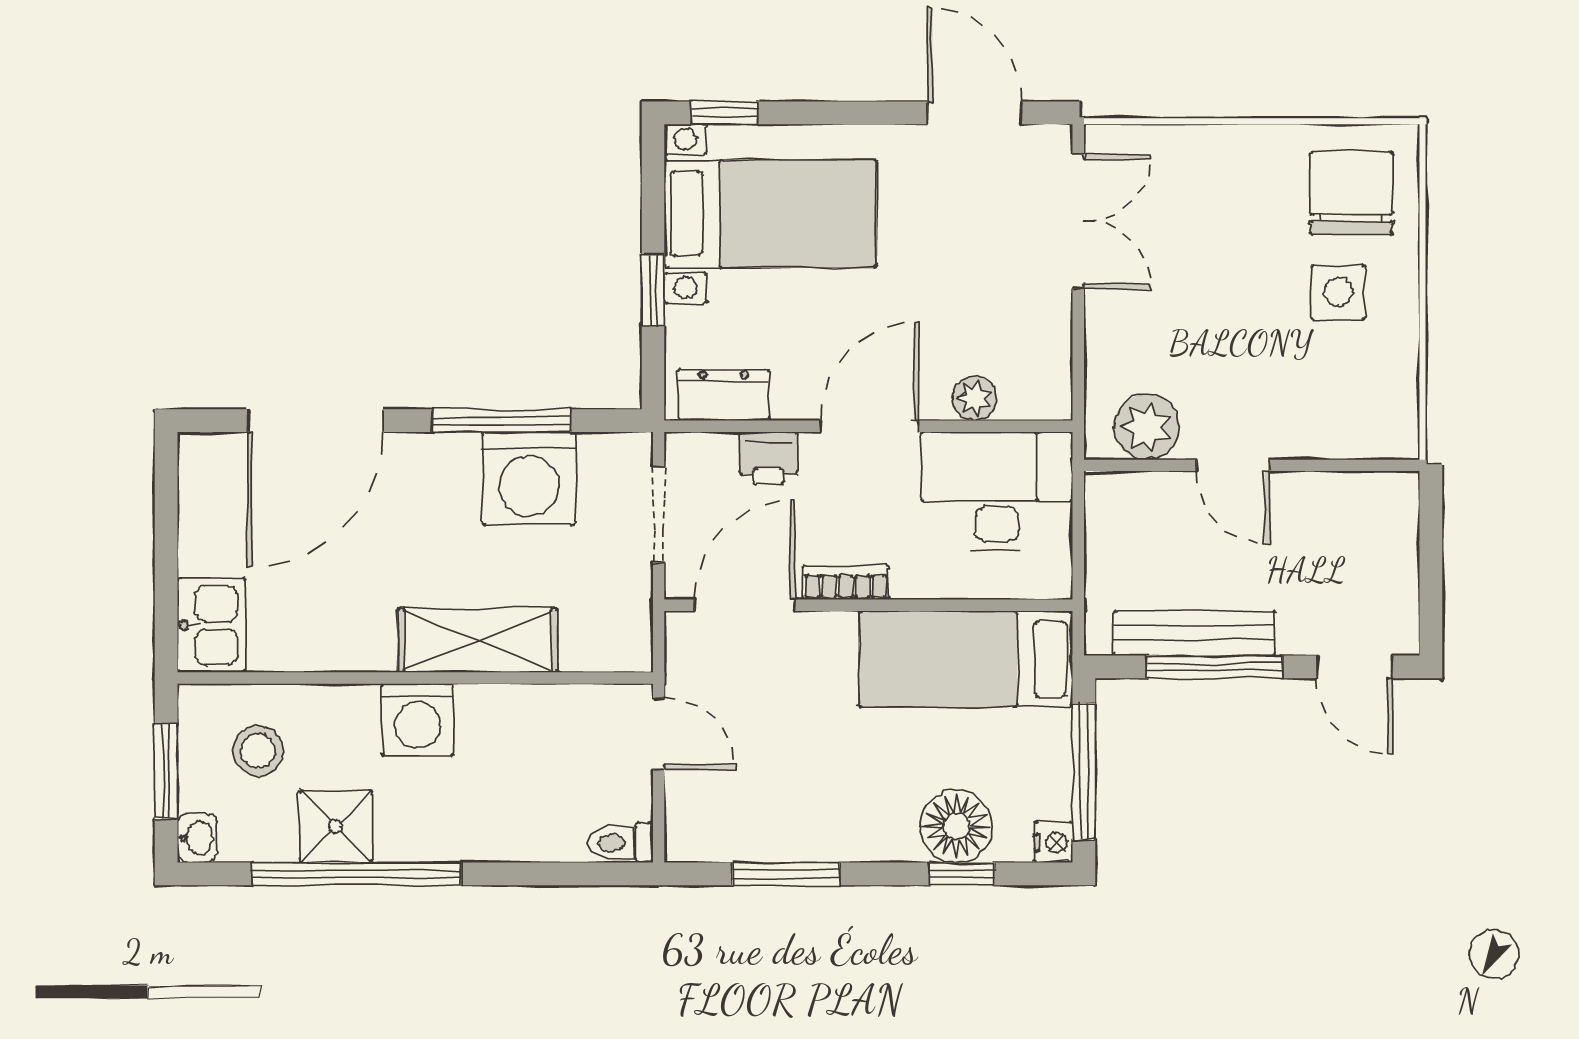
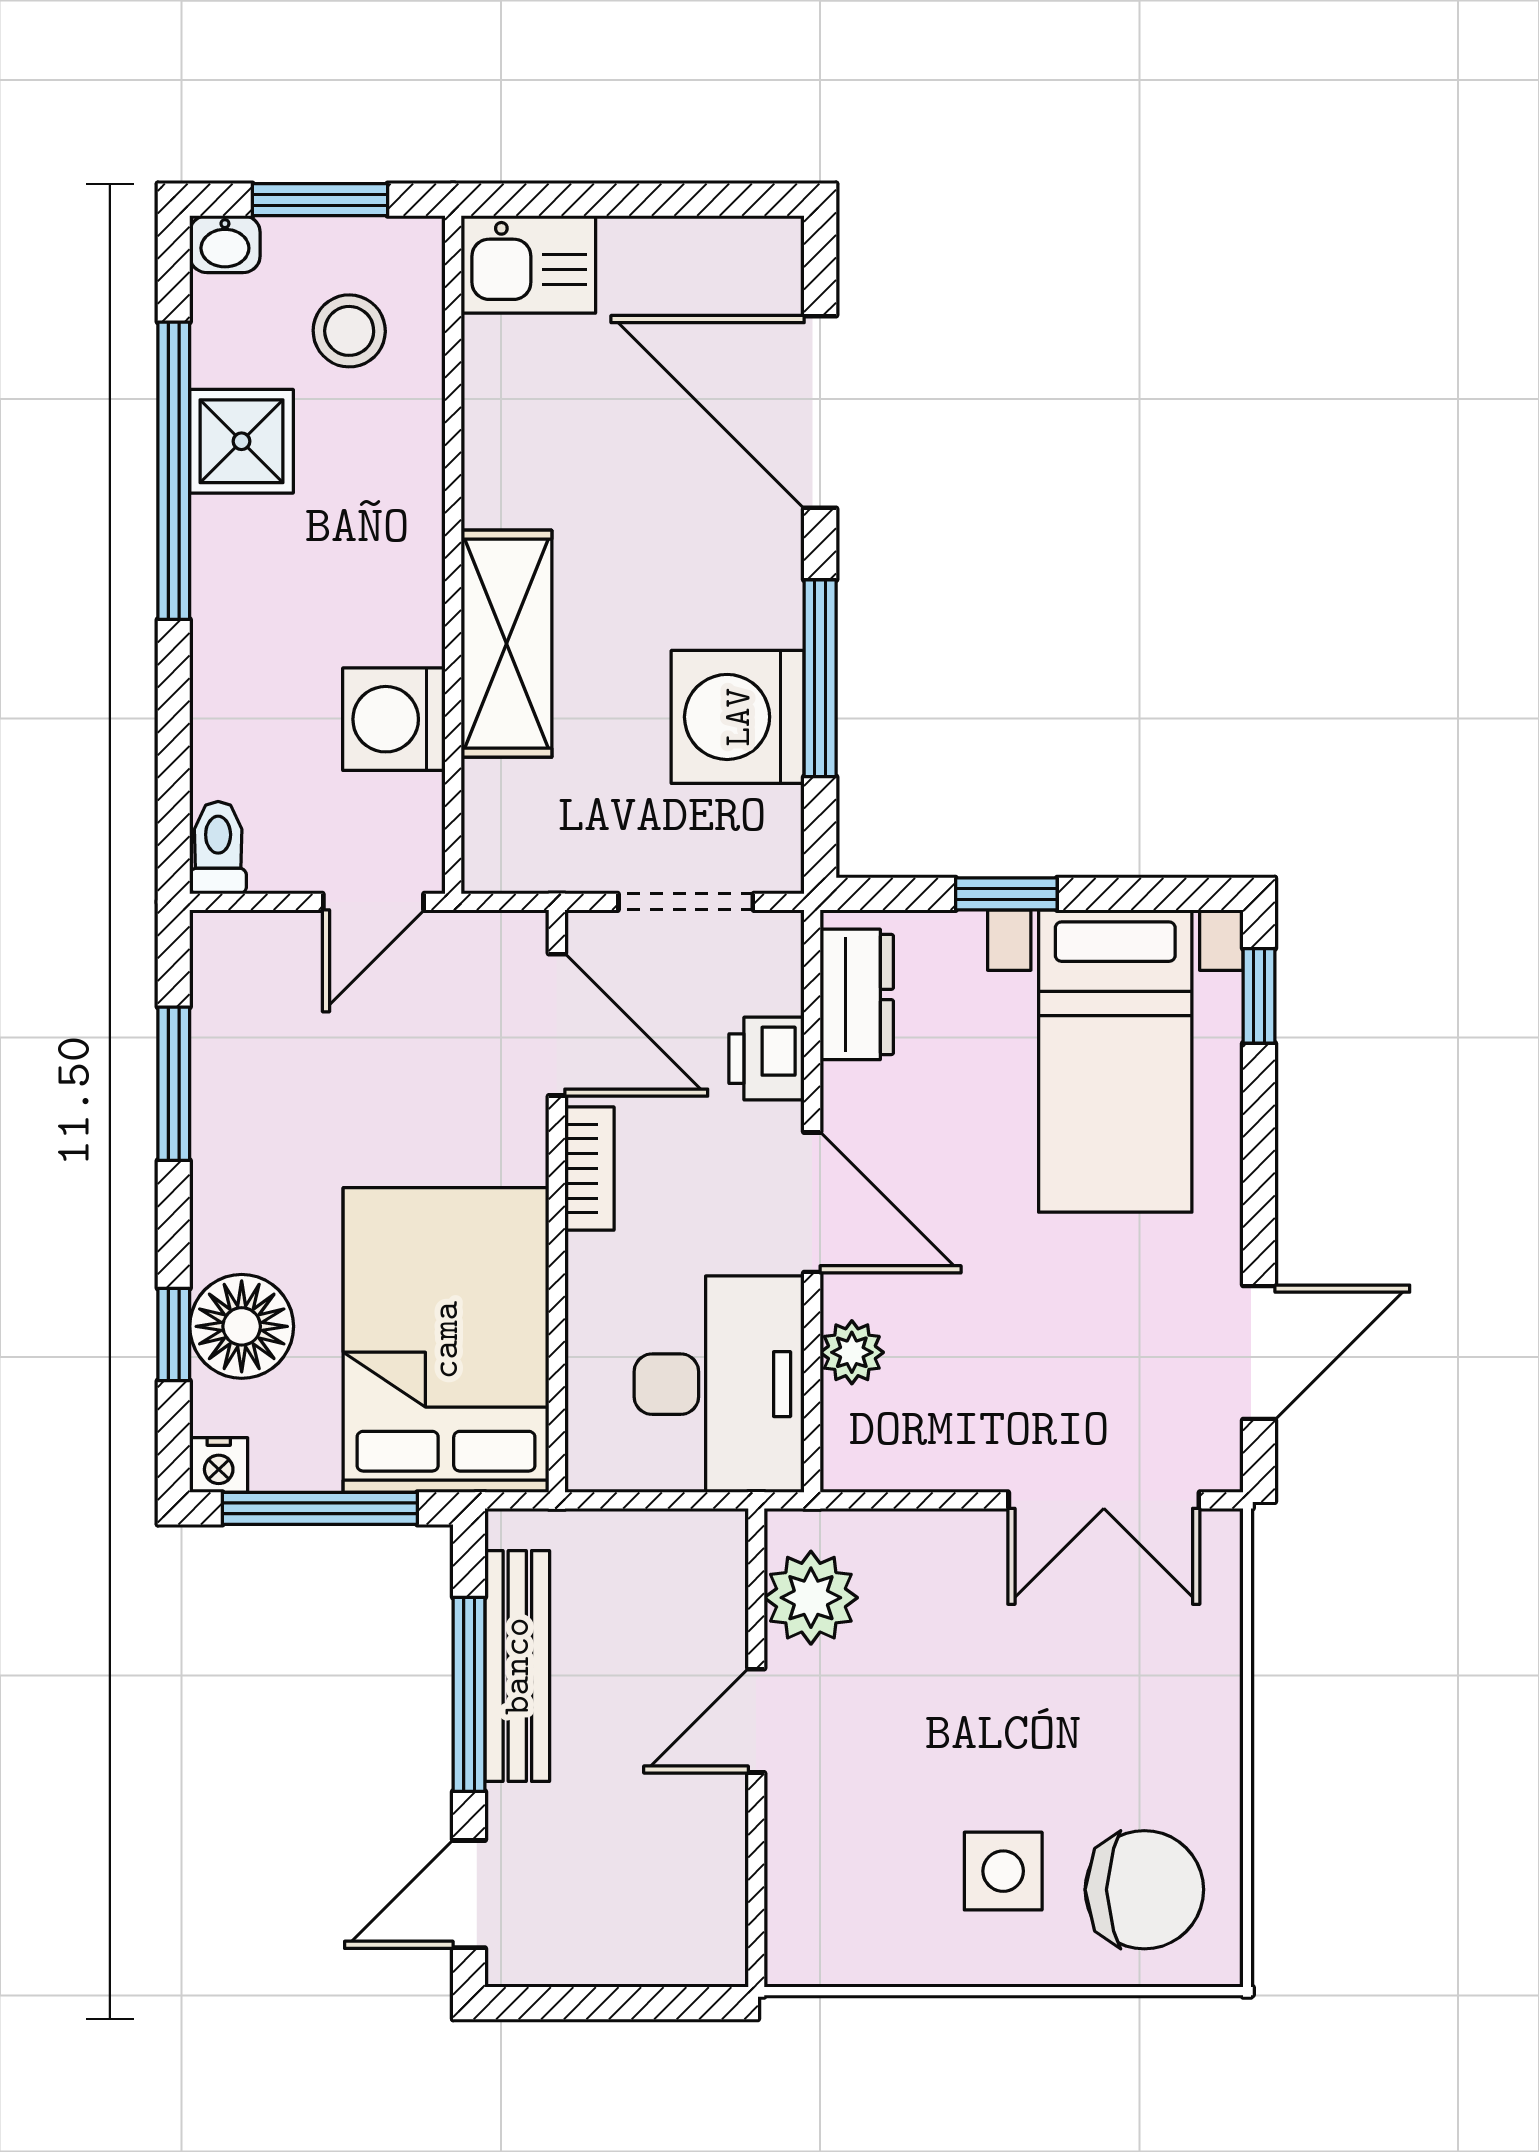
bed: (966, 659) -> (446, 1340), width x1.50
washing machine: (417, 720) -> (394, 719), moved

